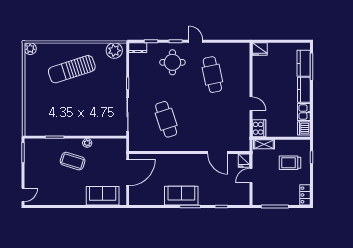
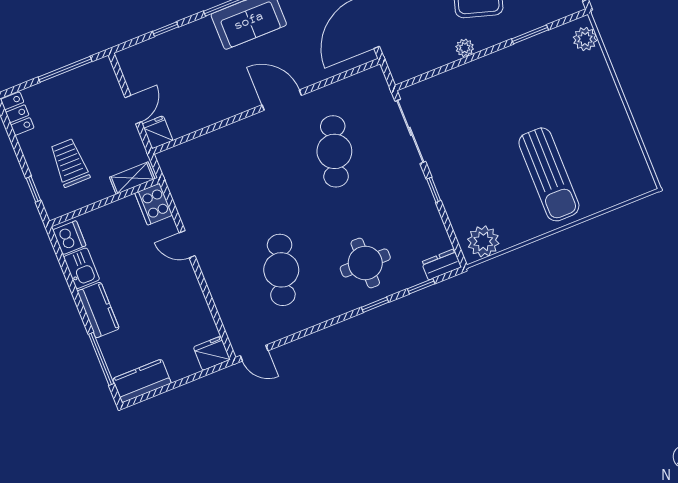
door: (196, 41) -> (254, 353), moved
plant: (30, 49) -> (585, 39), moved
kitchen counter: (304, 63) -> (142, 381), moved, turned -90
sun lounger: (72, 69) -> (549, 174), turned 108
cafe table: (212, 75) -> (281, 270), turned 30
cafe table: (166, 119) -> (334, 151), turned 36
door: (218, 153) -> (282, 100), moved
trolley: (290, 163) -> (70, 163), turned -90

